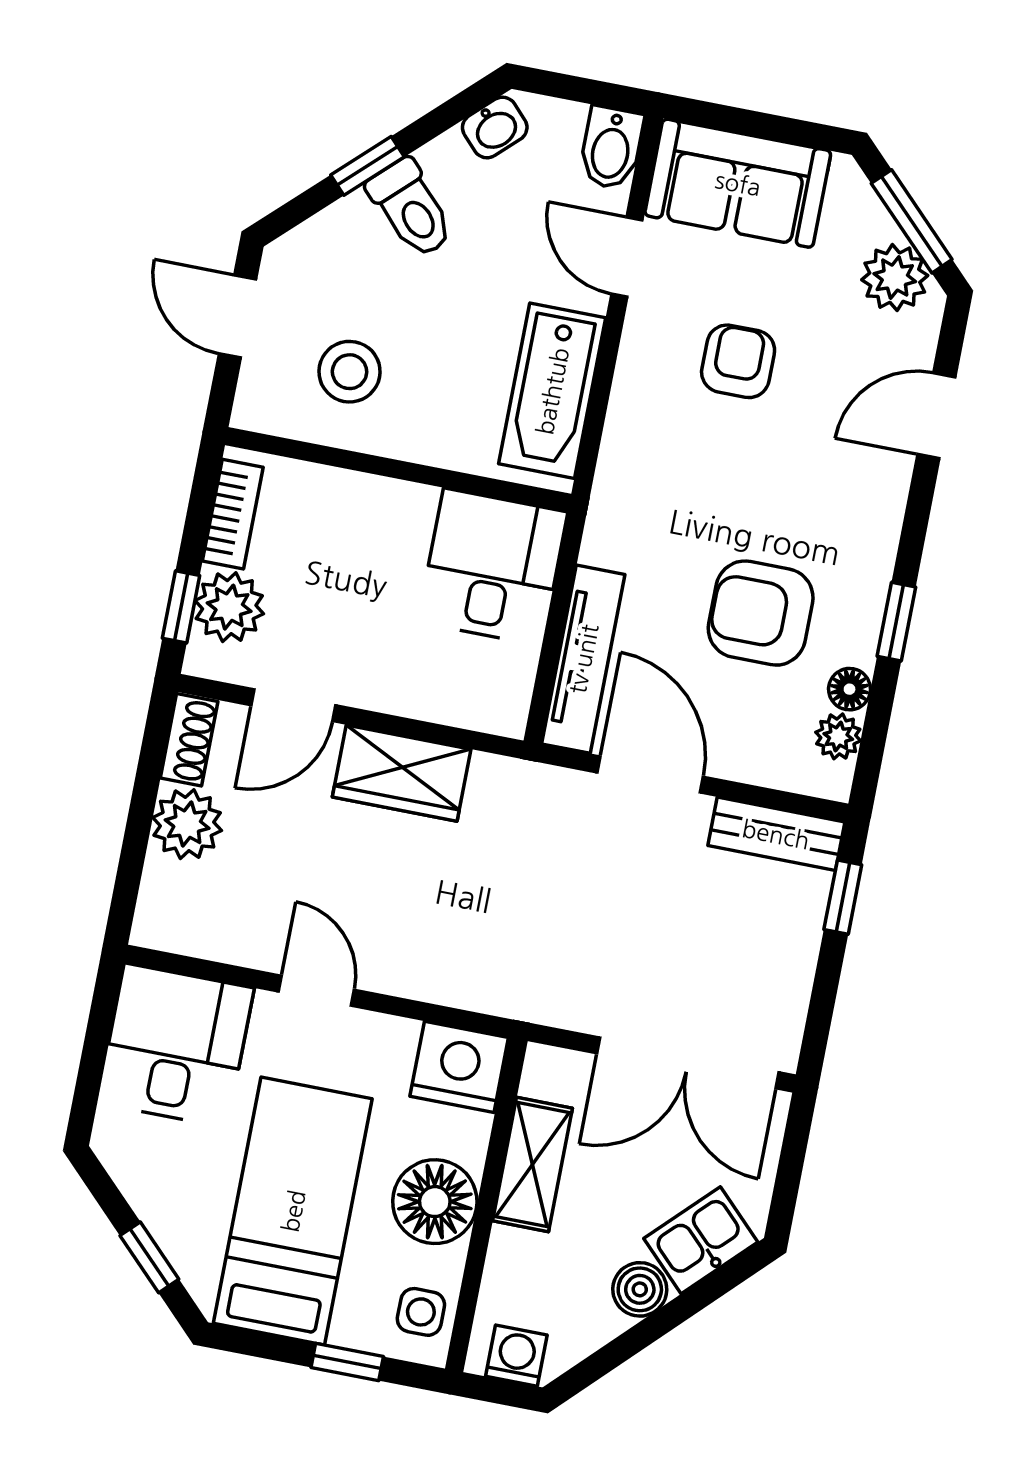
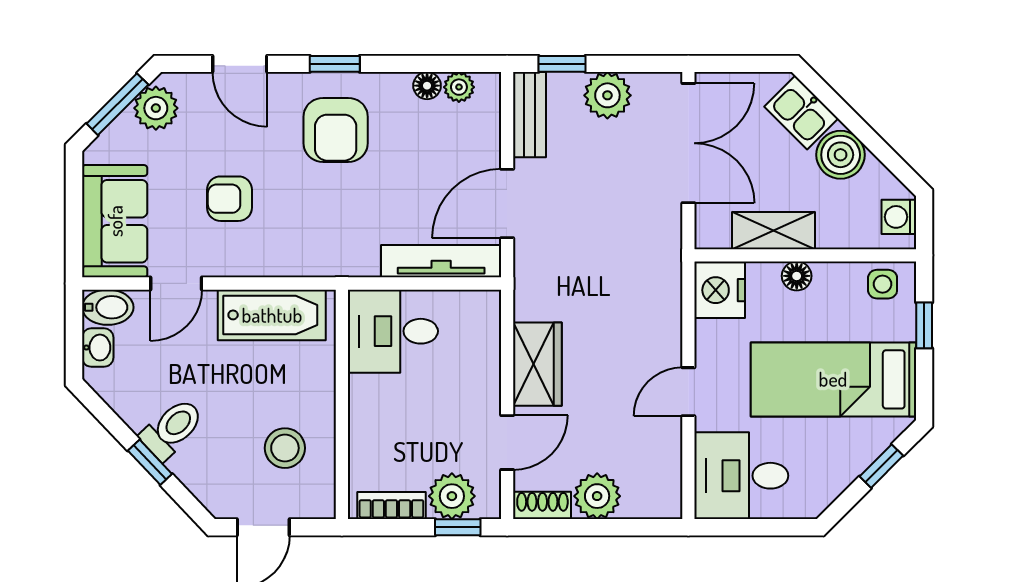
washbasin: (495, 128) -> (98, 348), moved, turned 43
armchair: (761, 613) -> (336, 130), moved
window: (896, 622) -> (335, 64), moved
door: (293, 705) -> (507, 442), hinge flipped
plant: (783, 956) -> (607, 95), added
floor lamp: (435, 1202) -> (797, 276), width x0.53, depth x0.53
boiler: (640, 1289) -> (841, 155), width x1.36, depth x1.36

